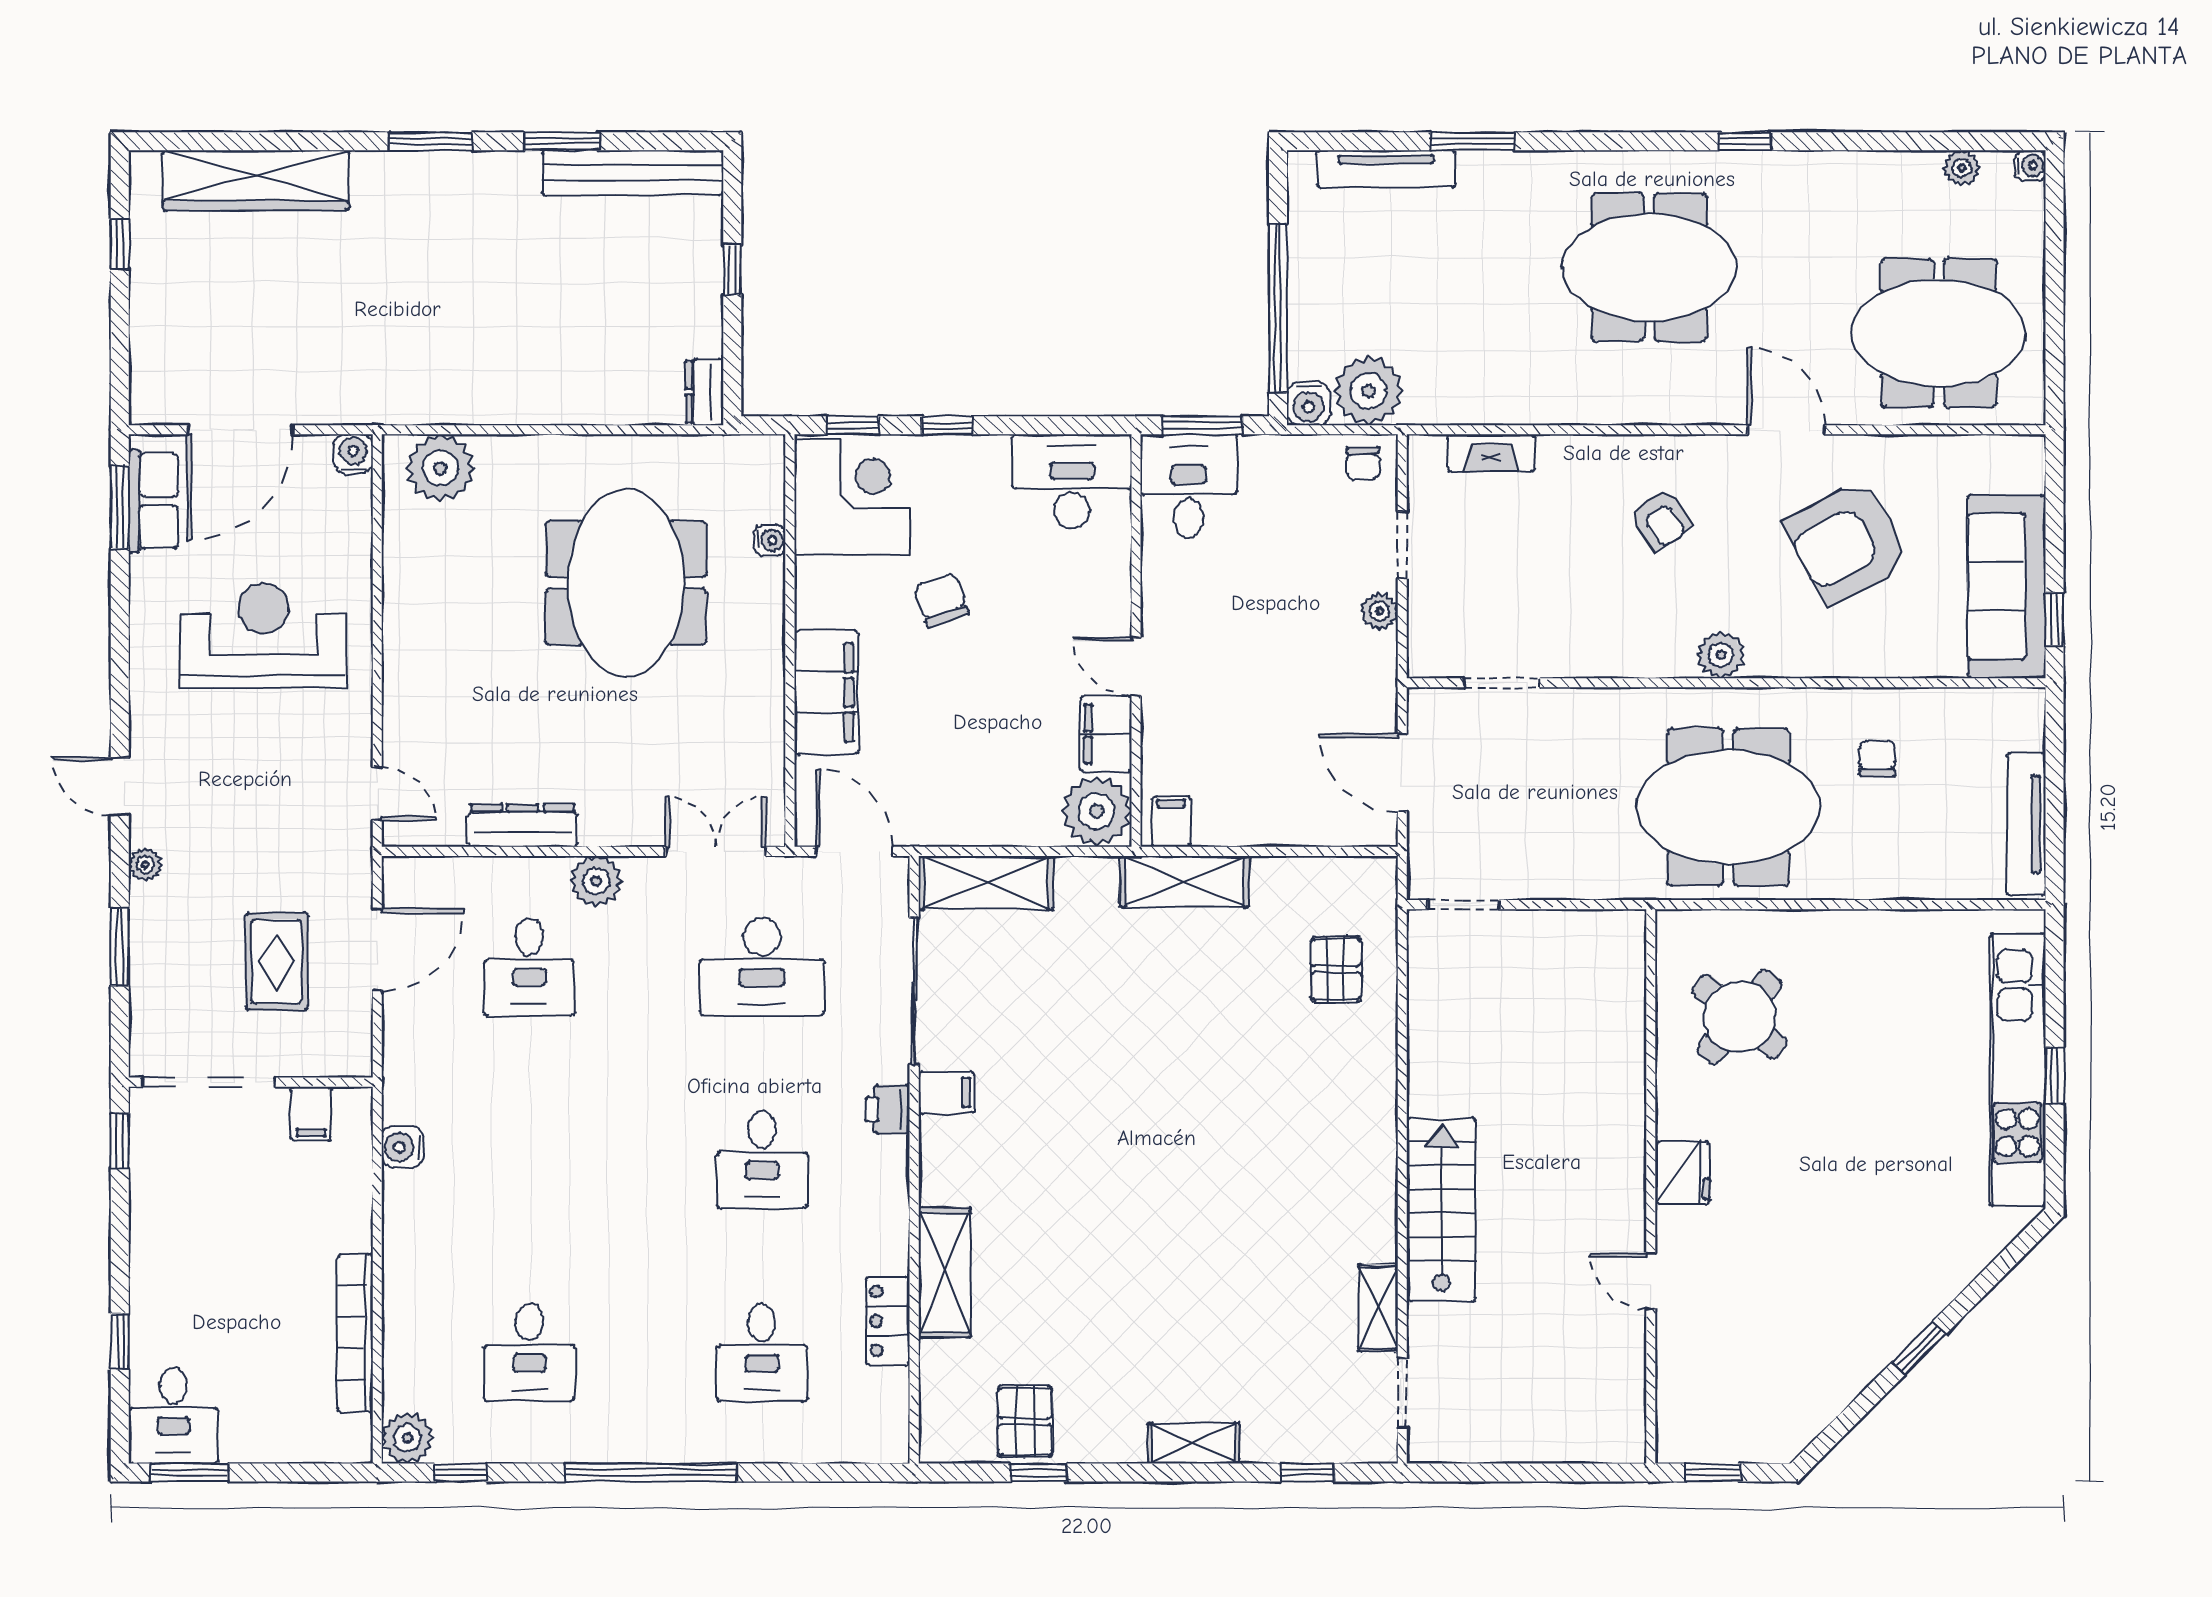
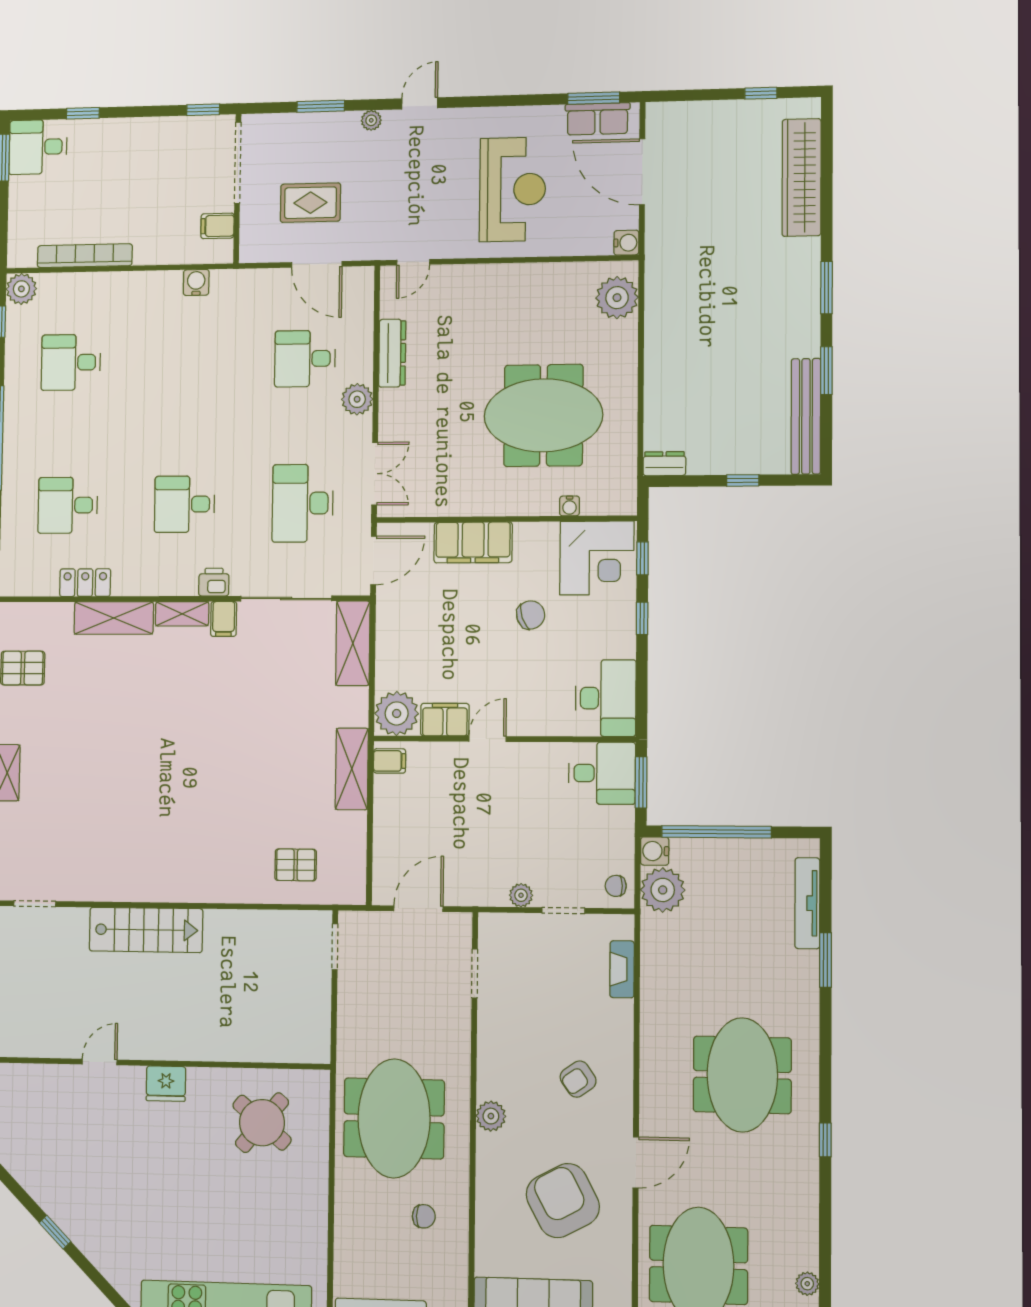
shelving: (1378, 1308) -> (182, 614), moved

